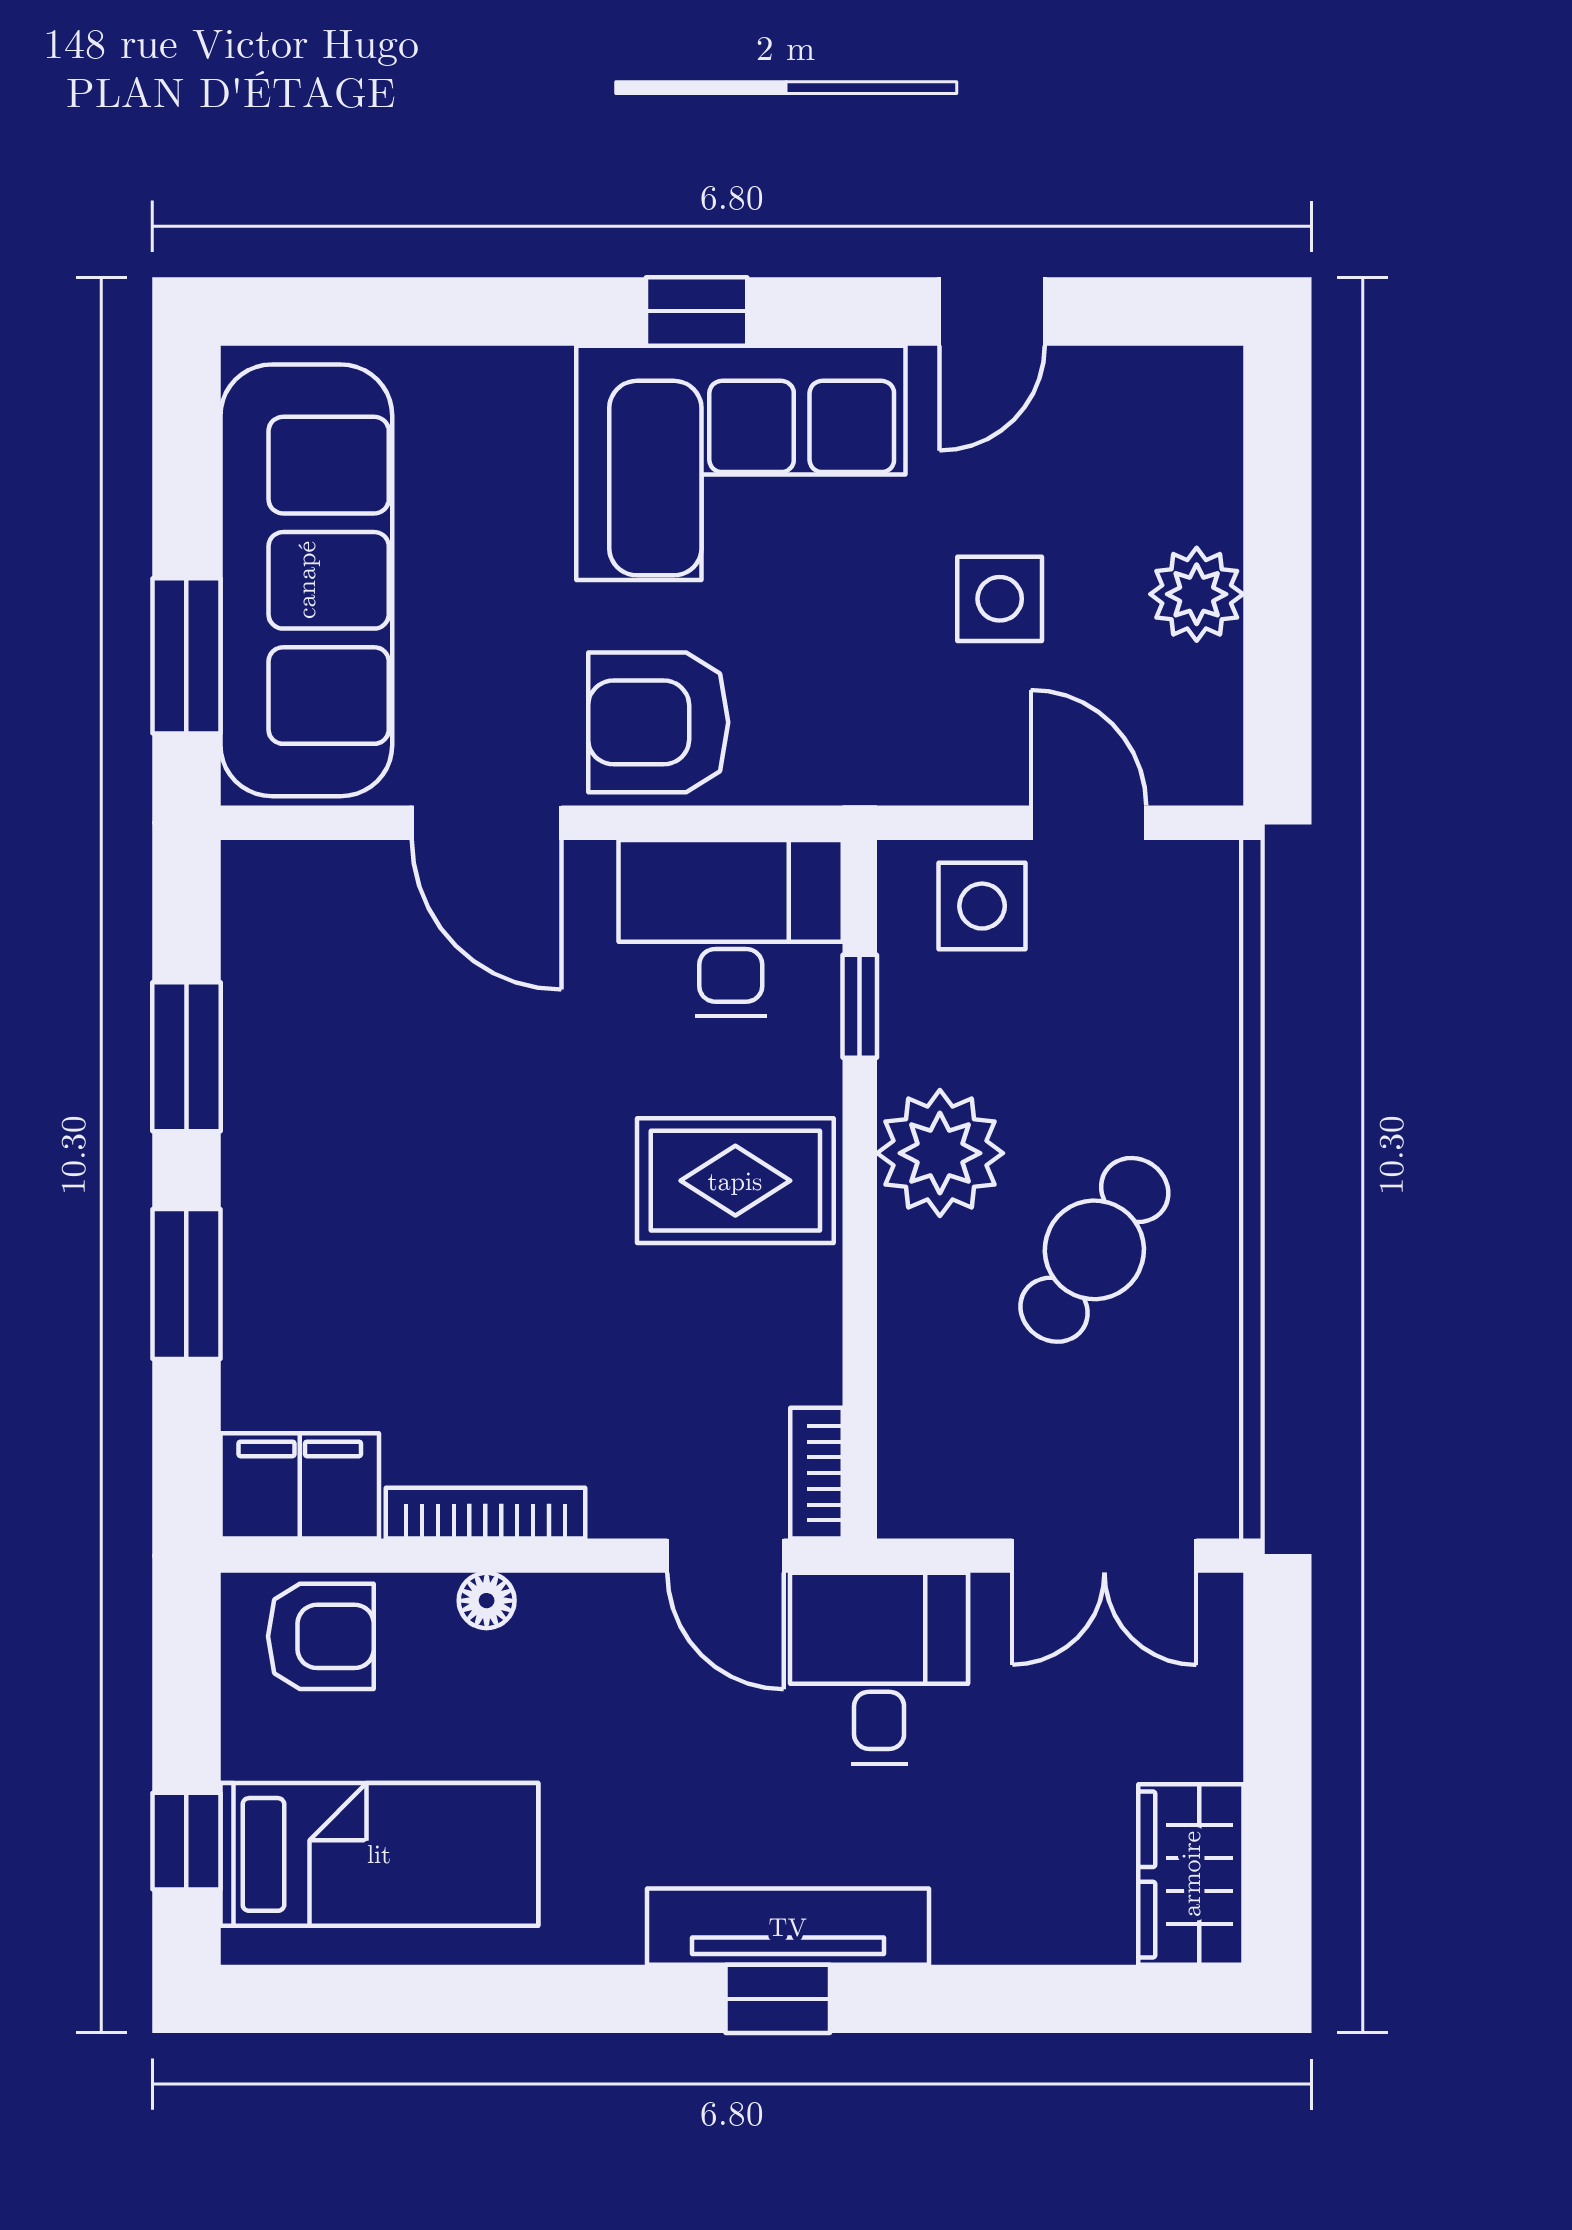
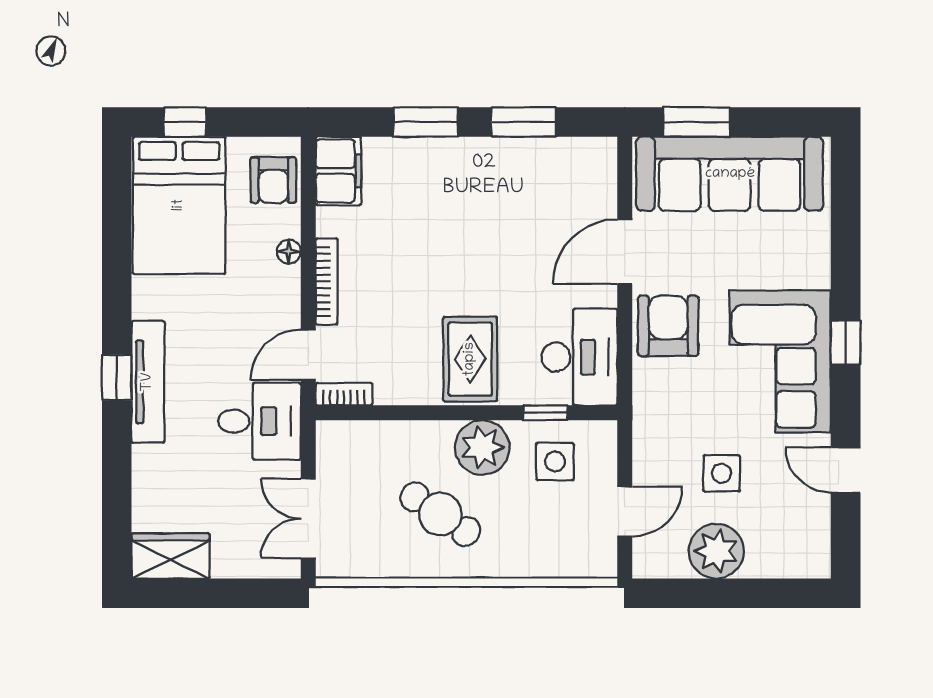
plant: (1197, 594) -> (716, 551), width x1.36, depth x1.36
side table: (982, 906) -> (555, 462), moved
bookcase: (485, 1513) -> (327, 282), moved
bed: (379, 1854) -> (179, 205), width x1.50

